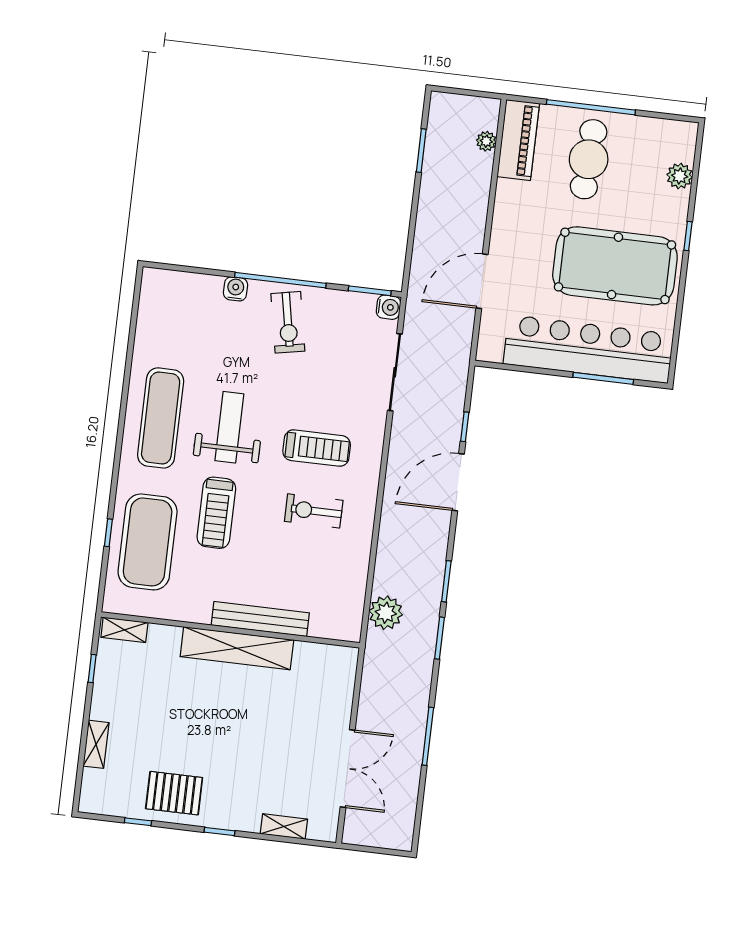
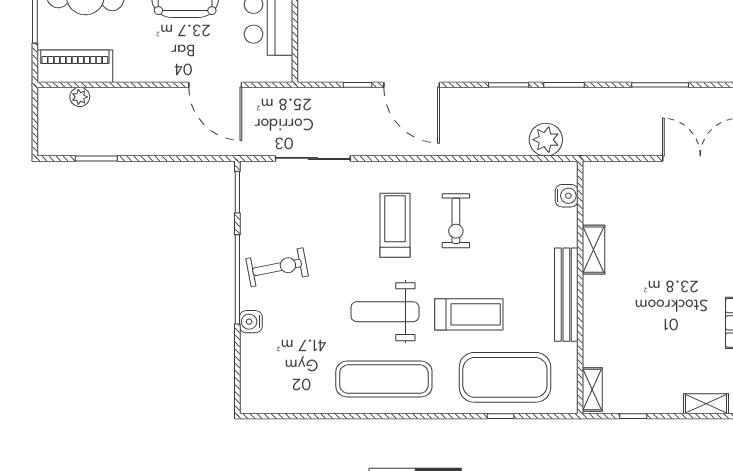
water cooler: (389, 307) -> (567, 196), moved, turned 90
bench: (260, 619) -> (566, 295), moved
shelving: (237, 648) -> (594, 250), width x0.45, depth x0.75

